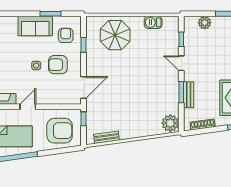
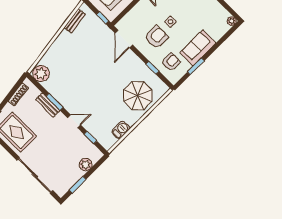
armchair: (66, 35) -> (171, 62), turned -90

